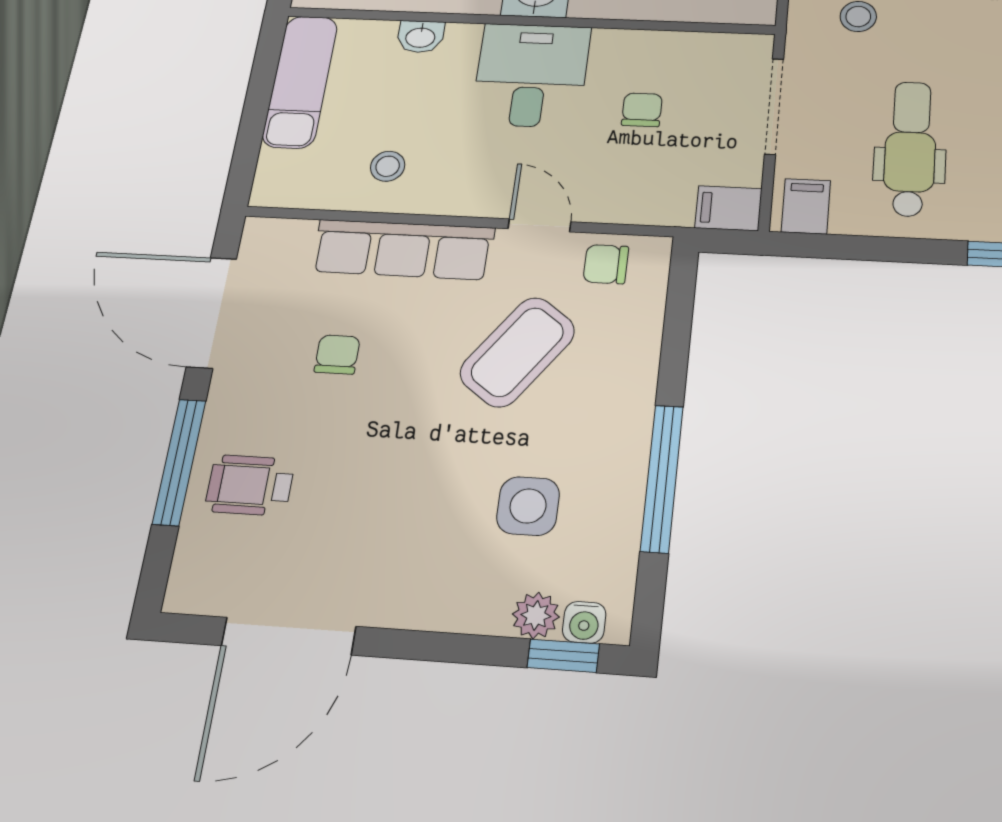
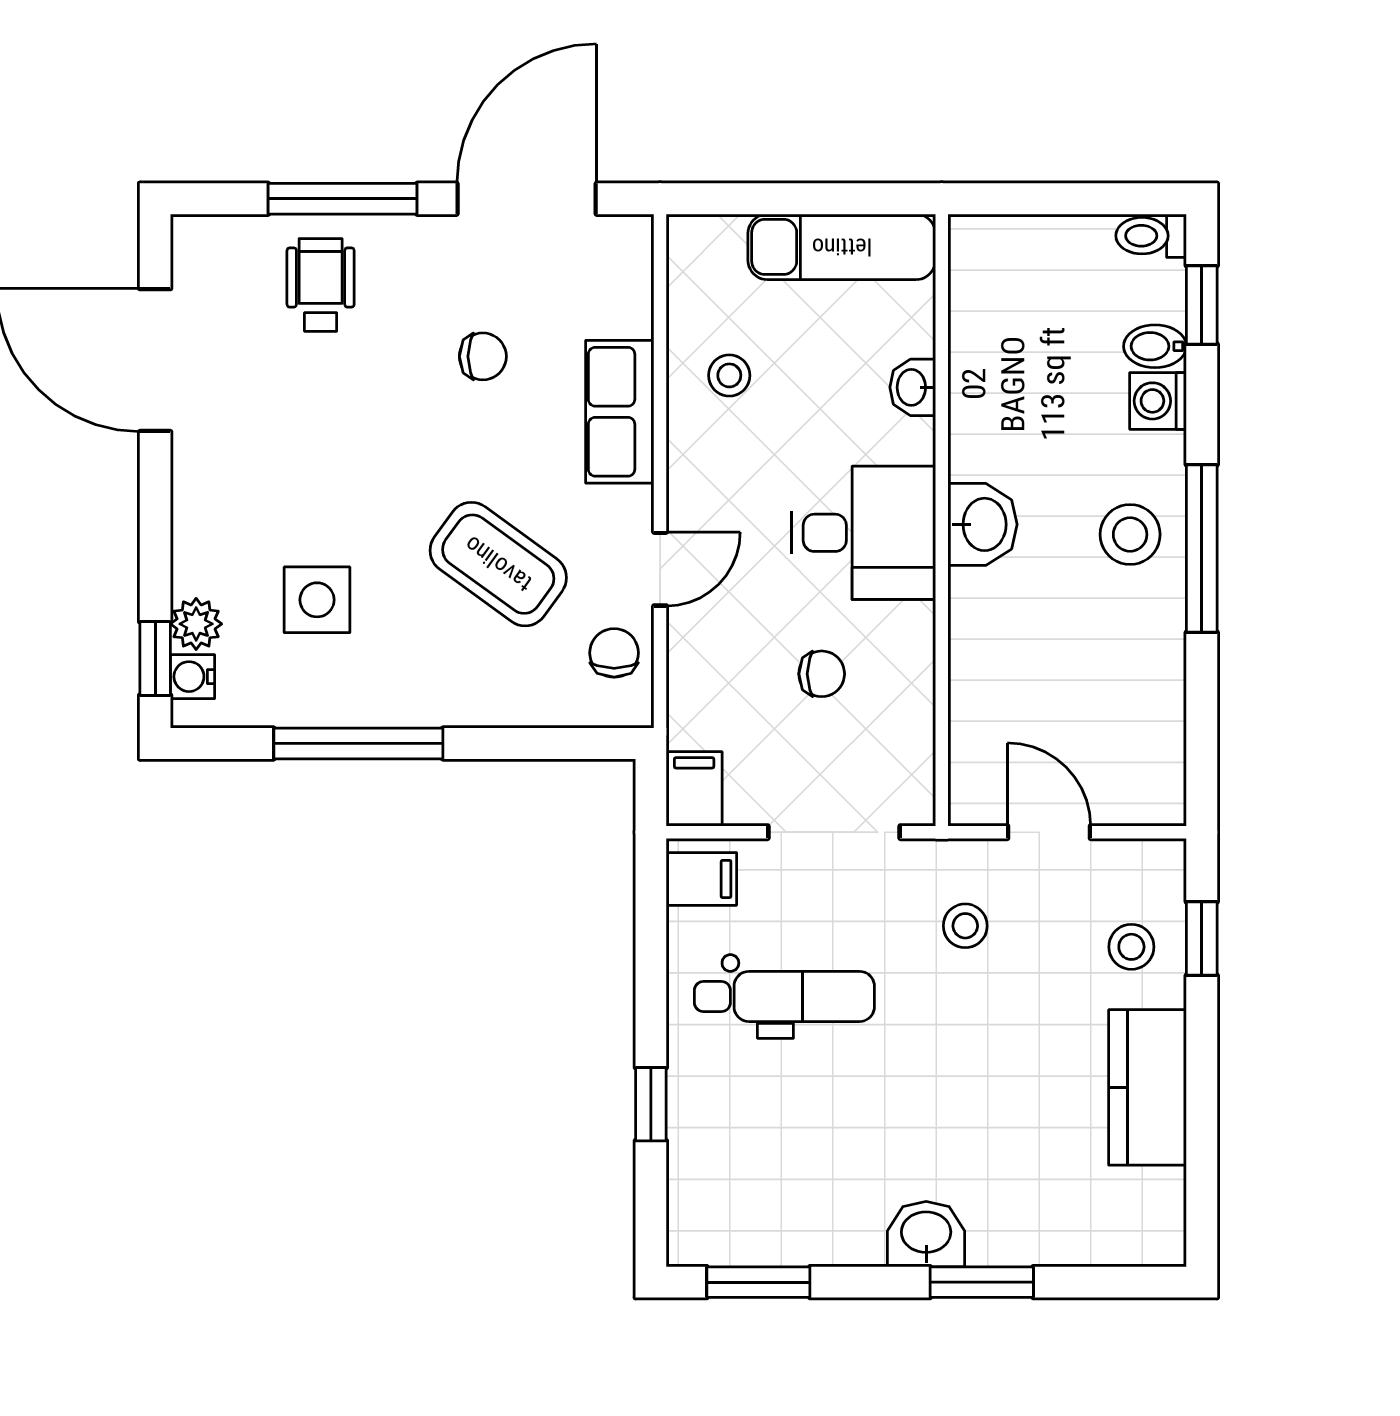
row of seats: (403, 250) -> (620, 412), width x0.68

